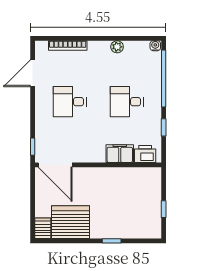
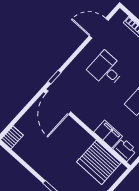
server rack: (71, 222) -> (99, 162), moved, turned 180

